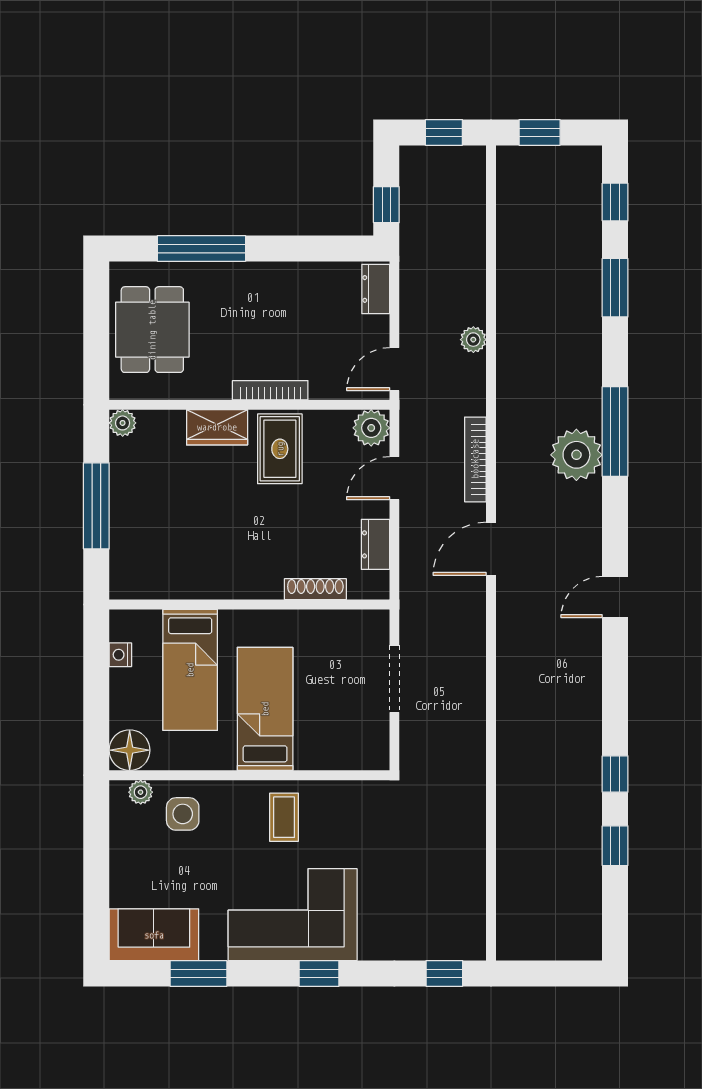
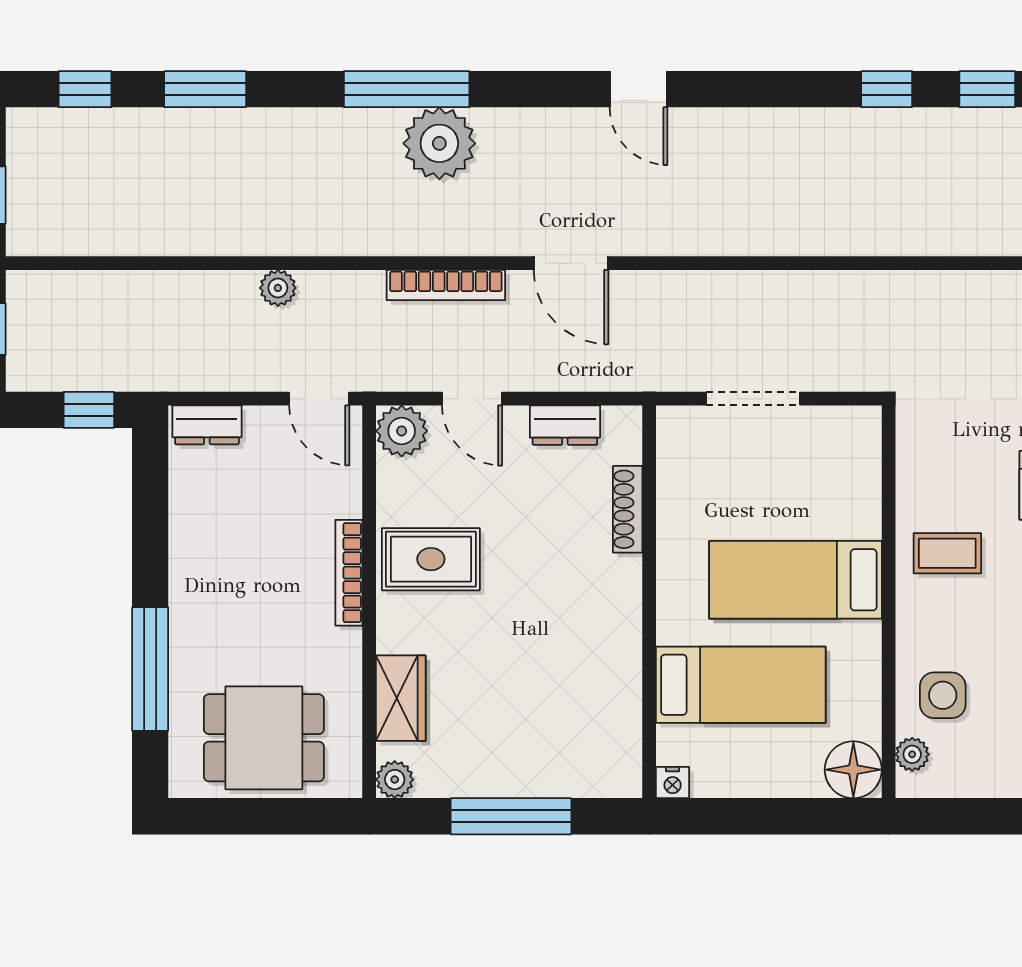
wardrobe: (217, 427) -> (401, 698), moved
nightstand: (120, 655) -> (673, 783), moved

